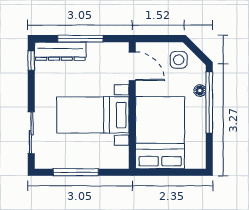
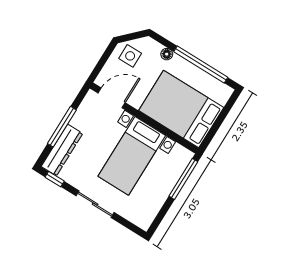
window: (209, 103) -> (201, 64), moved
sliding door: (31, 133) -> (95, 204), moved
window: (76, 172) -> (183, 179), moved

